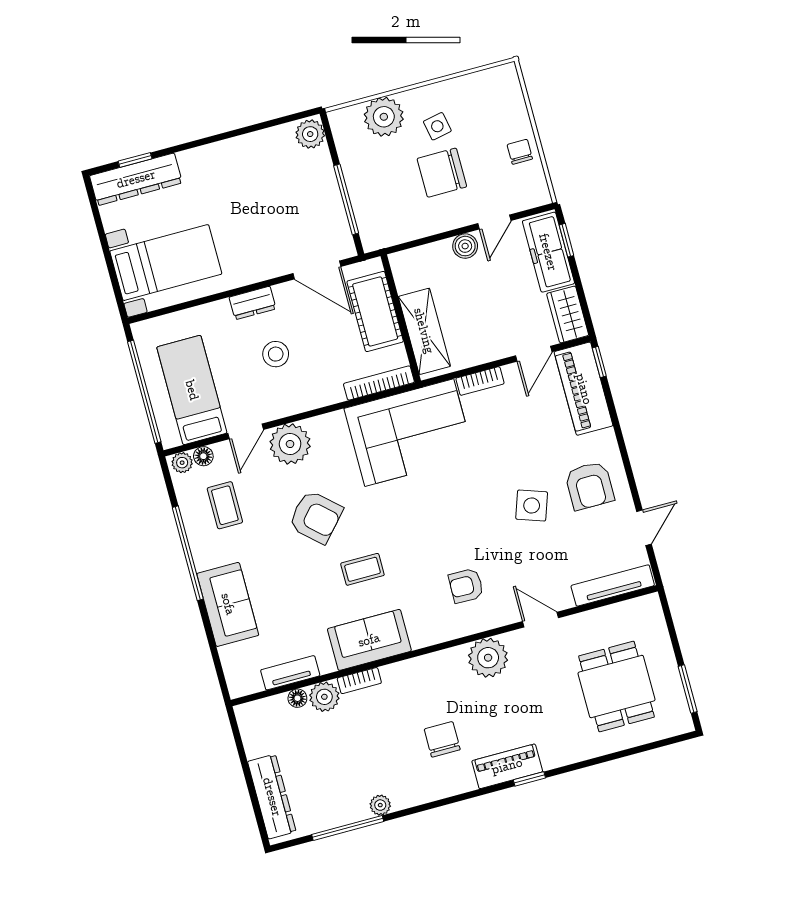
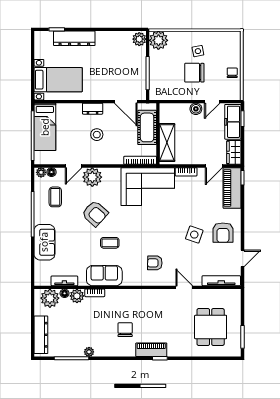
plant: (384, 117) -> (158, 40), moved
dresser: (136, 179) -> (74, 38), moved
bed: (192, 390) -> (45, 127), moved, turned 180
plant: (488, 658) -> (50, 298), moved

